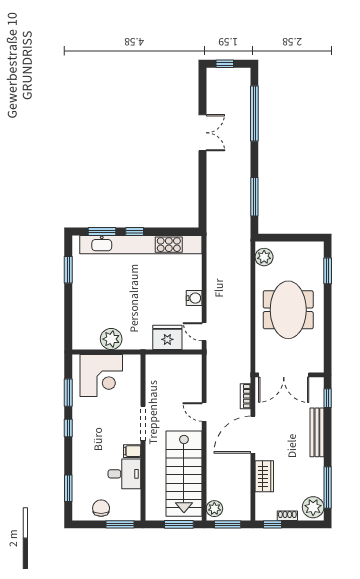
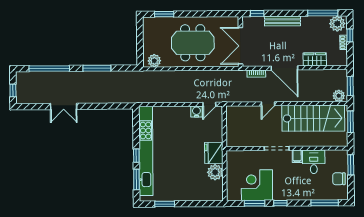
double door: (203, 133) -> (64, 106), swing flipped
window: (254, 197) -> (97, 68), moved
water cooler: (194, 298) -> (196, 112), moved
fridge: (167, 337) -> (214, 153), moved
corner desk: (101, 375) -> (257, 185), moved, turned -90
double door: (284, 375) -> (240, 46), swing flipped
window: (68, 488) -> (325, 203), width x1.44
window: (273, 524) -> (350, 35), moved

